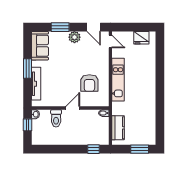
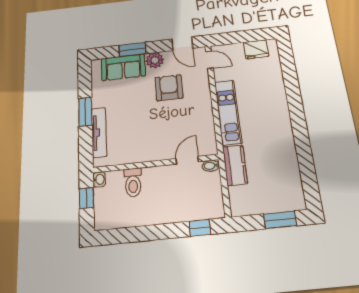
sofa: (40, 46) -> (123, 67), moved, turned 90
armchair: (89, 83) -> (169, 88), moved, turned 180
door: (73, 108) -> (187, 160), moved
kitchen counter: (118, 128) -> (235, 165), moved

